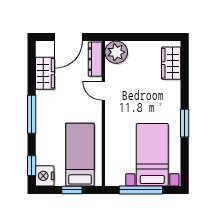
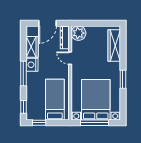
wardrobe: (171, 63) -> (114, 46), width x1.50
bed with nightstands: (152, 155) -> (96, 100), width x1.36
nightstand: (45, 176) -> (32, 65), moved
window: (72, 190) -> (39, 123), moved

